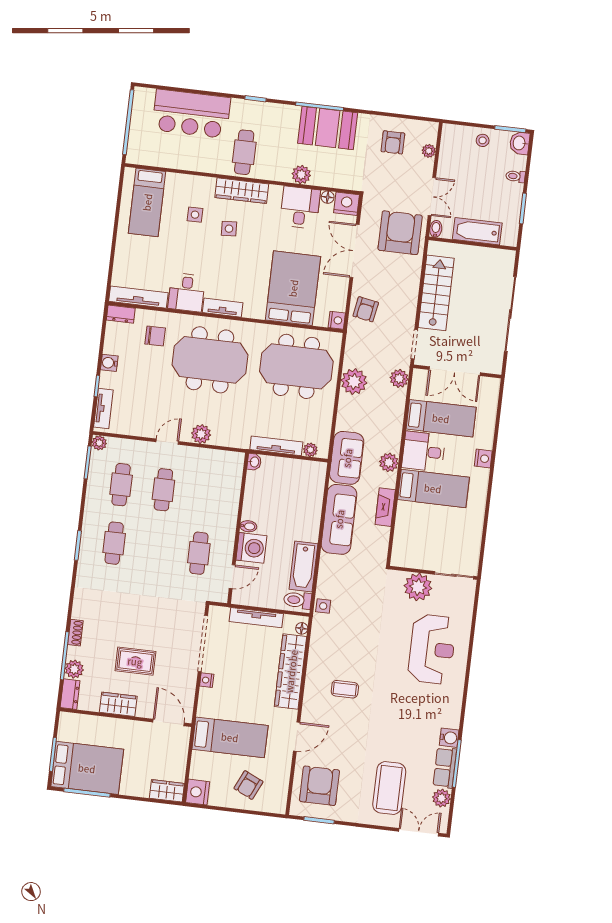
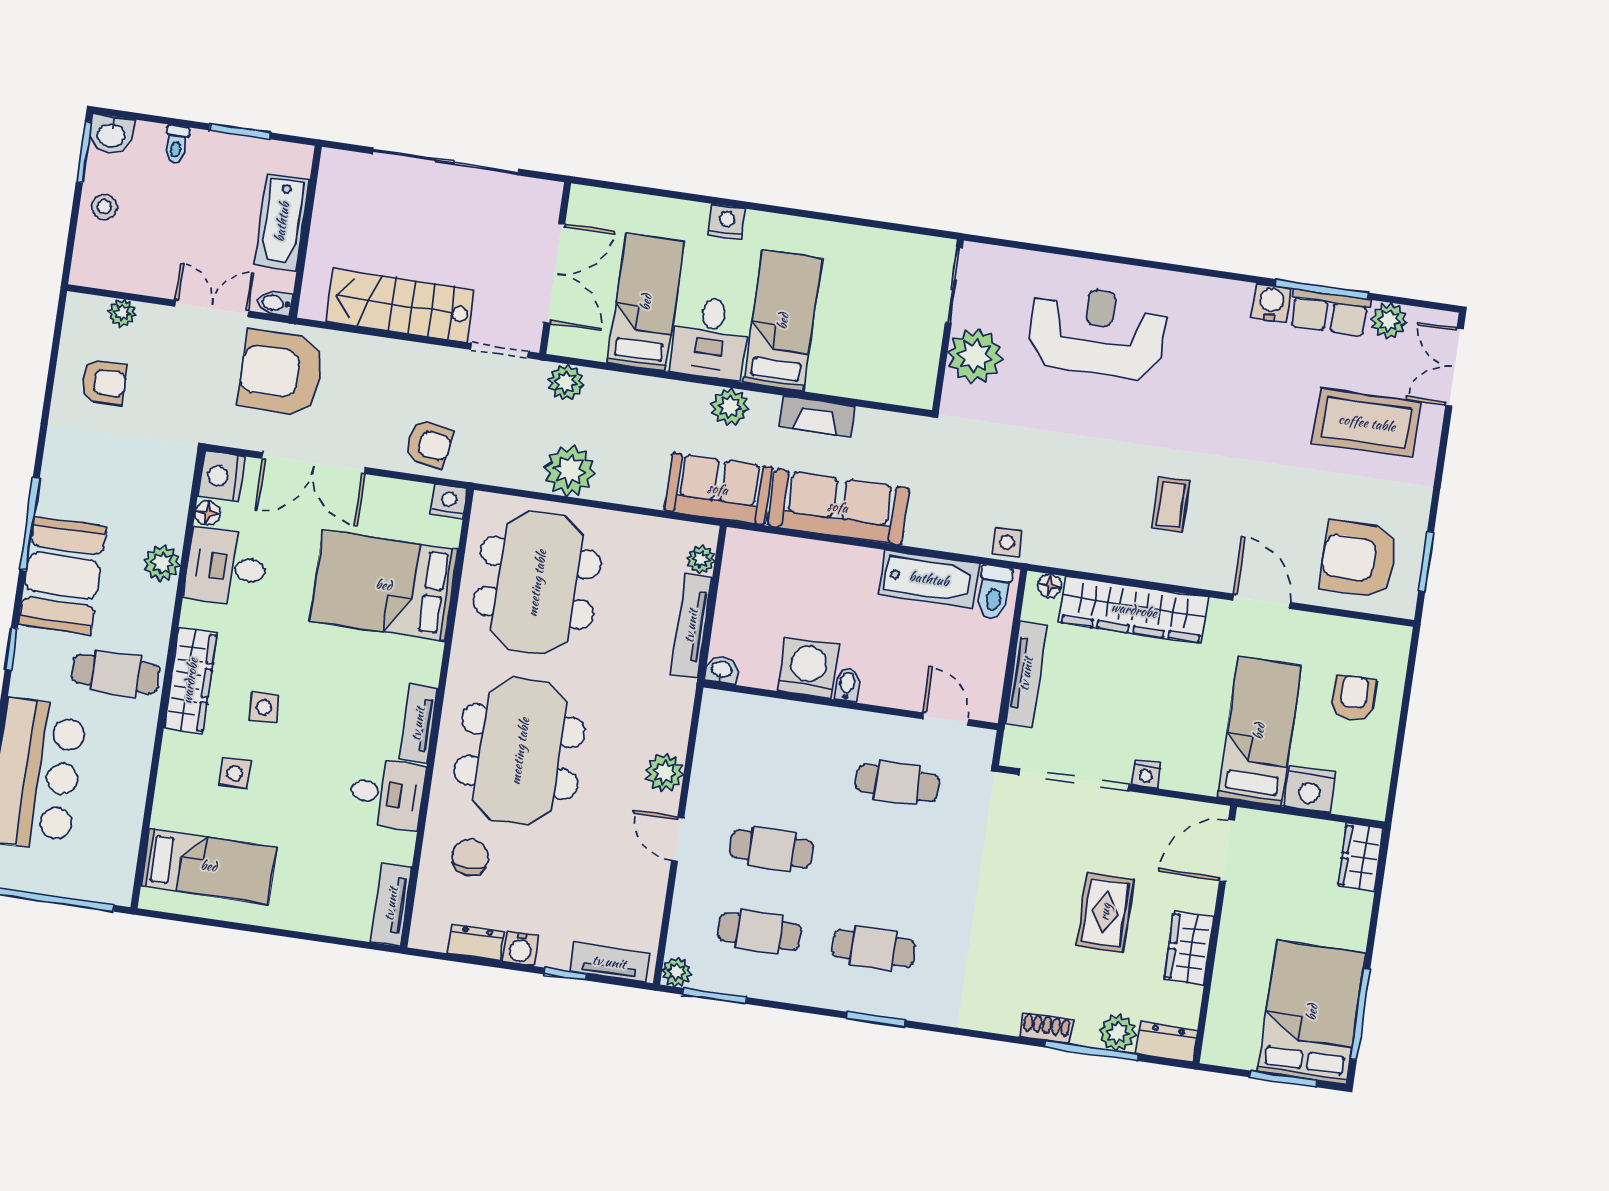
booth: (328, 128) -> (63, 576), moved
tv unit: (138, 297) -> (391, 904), width x0.71
dresser: (121, 314) -> (476, 942), moved, turned -90
washing machine: (251, 548) -> (808, 668), moved
armchair: (248, 785) -> (1354, 698), turned -115
nightstand: (198, 792) -> (1310, 789), moved

